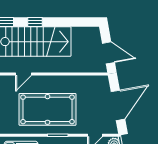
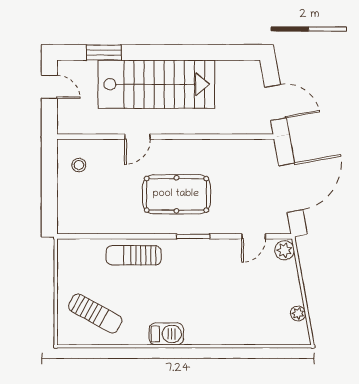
window: (35, 22) -> (156, 52), removed
pool table: (47, 109) -> (176, 194), width x0.73, depth x0.76

